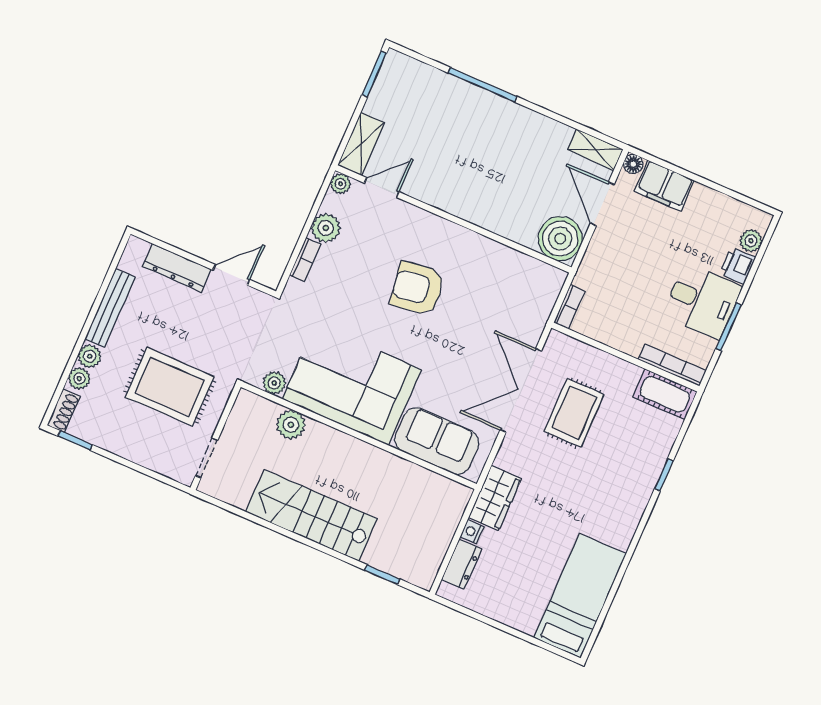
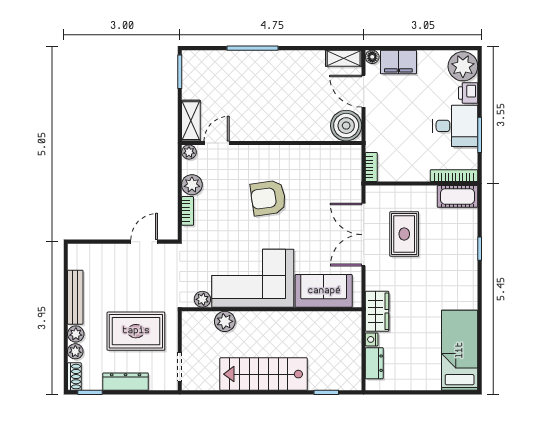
plant: (751, 241) -> (463, 66), width x1.87, depth x1.87
dresser: (177, 268) -> (126, 382), moved, turned 180

